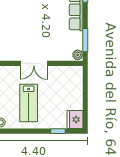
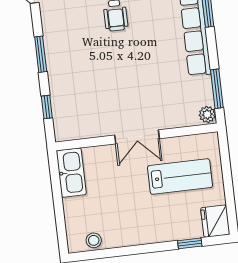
lab bench: (29, 103) -> (180, 177), moved, turned -90

